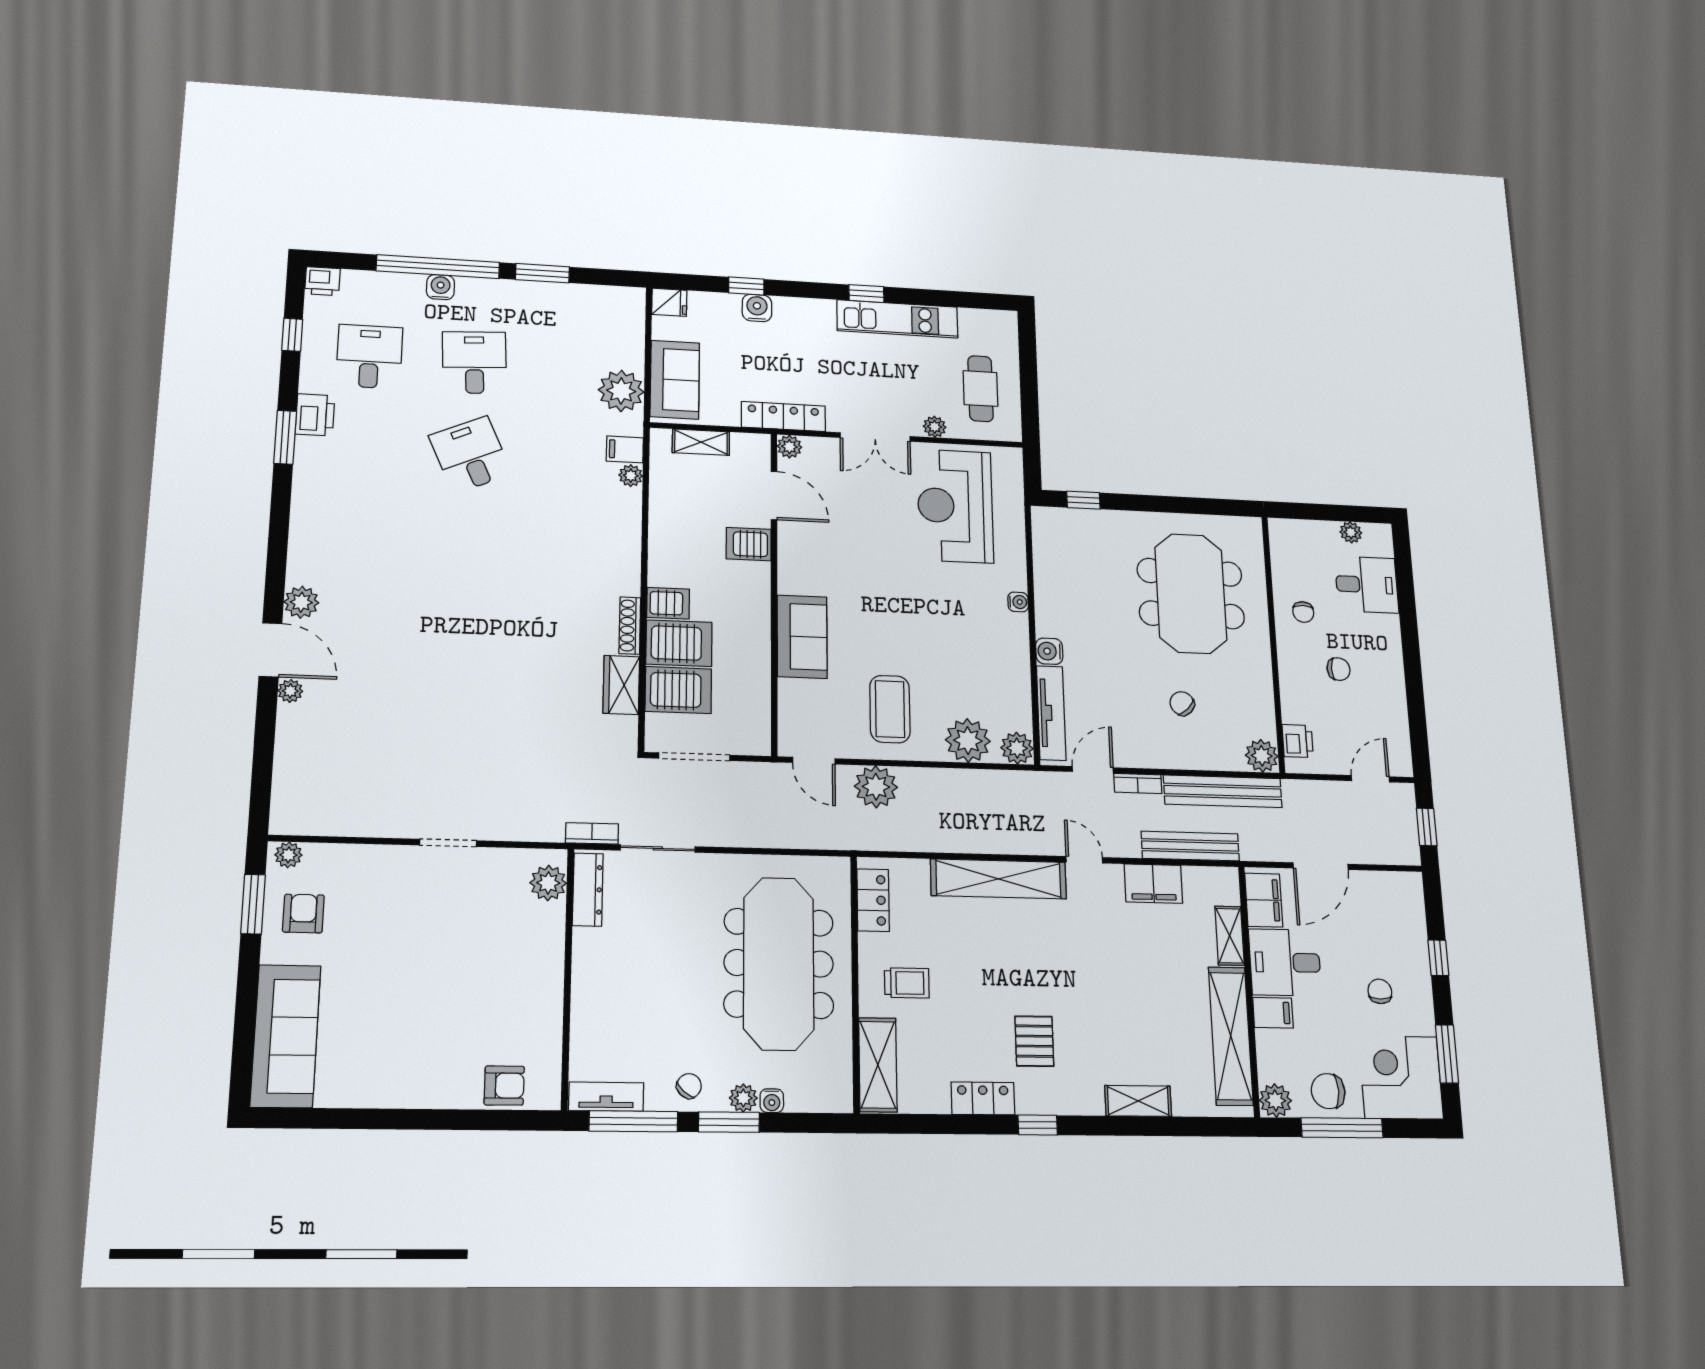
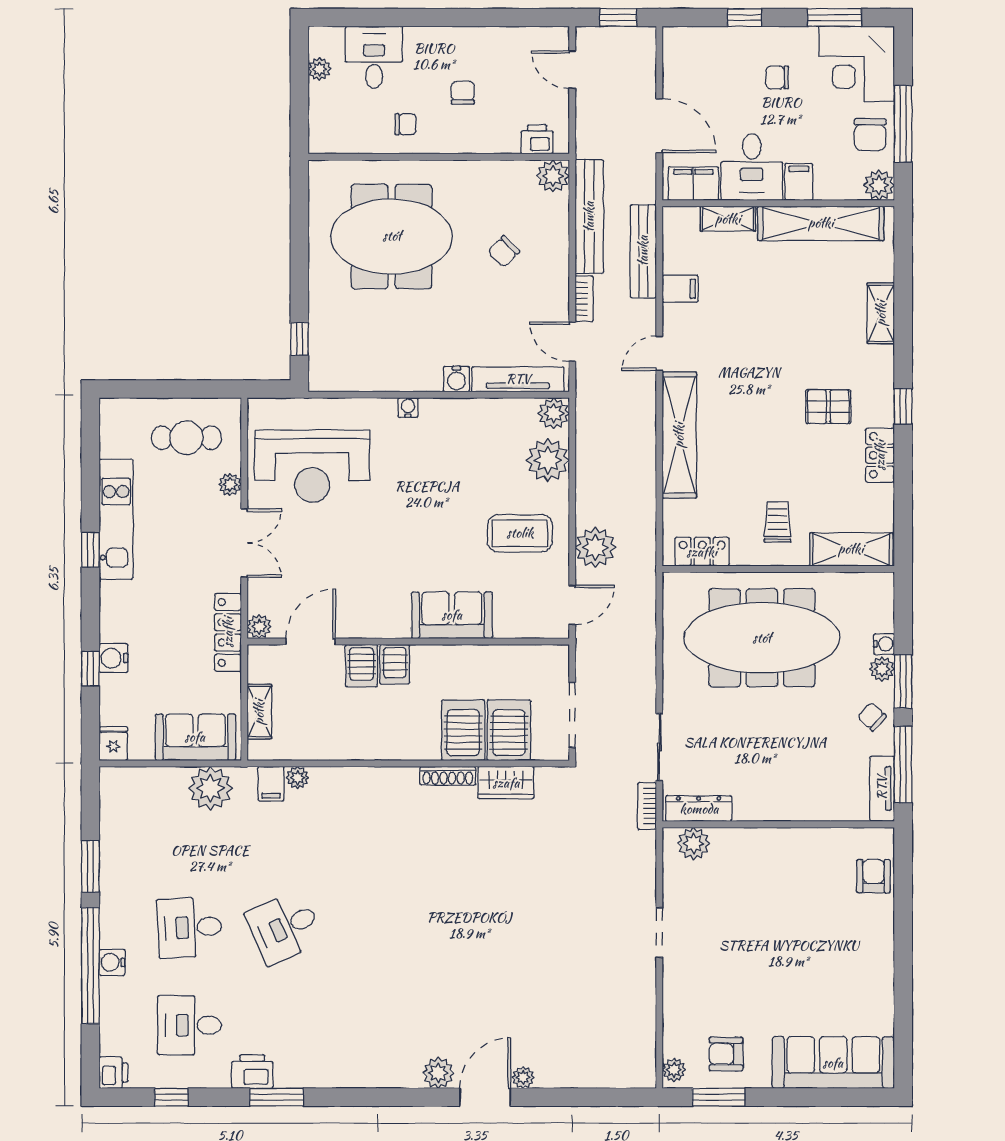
server rack: (668, 603) -> (395, 664), moved, turned 180
filing cabinet: (1153, 884) -> (680, 289), width x0.50

